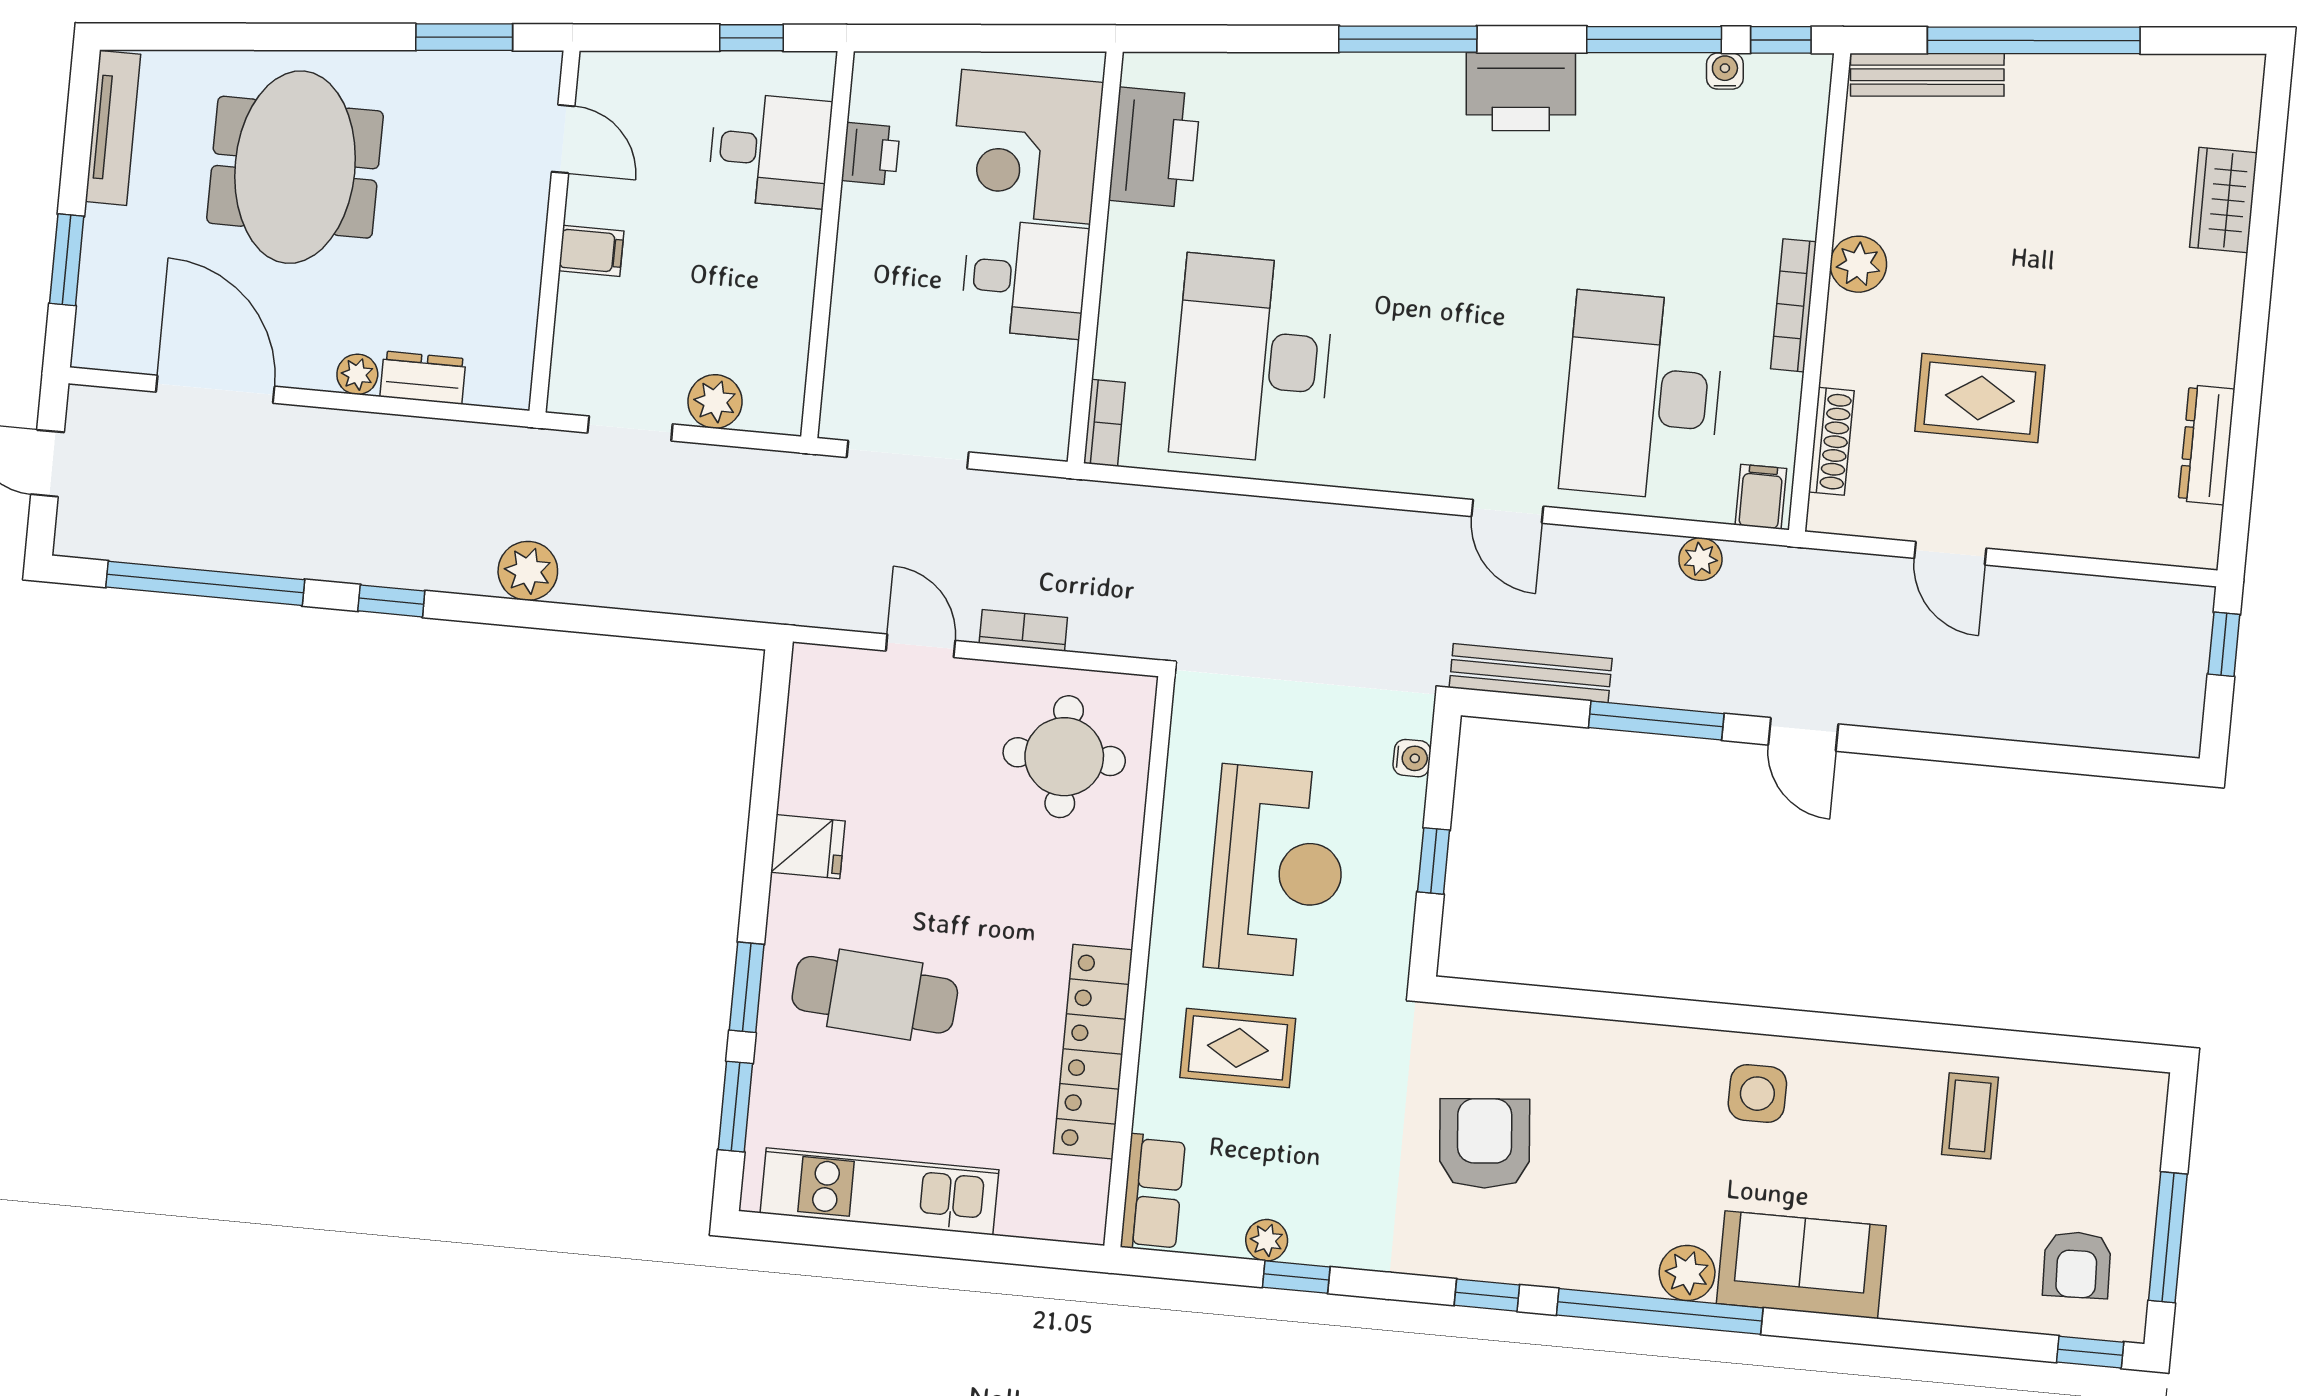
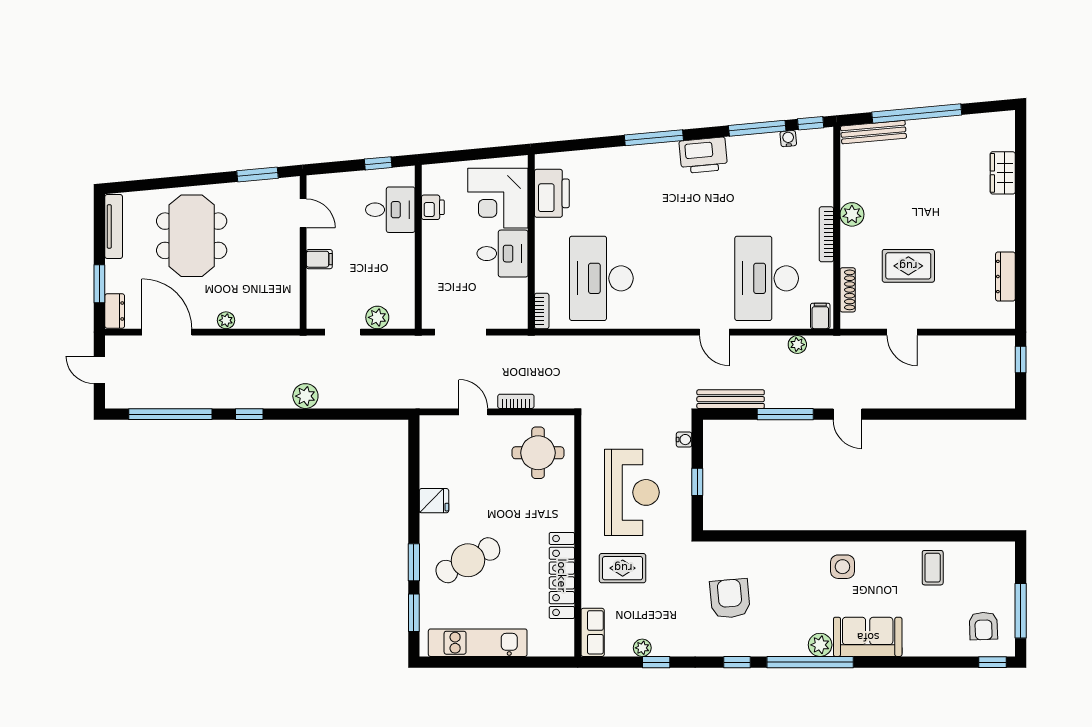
dresser: (423, 378) -> (115, 311), moved, turned 90
cafe table: (875, 995) -> (468, 560), turned -32

